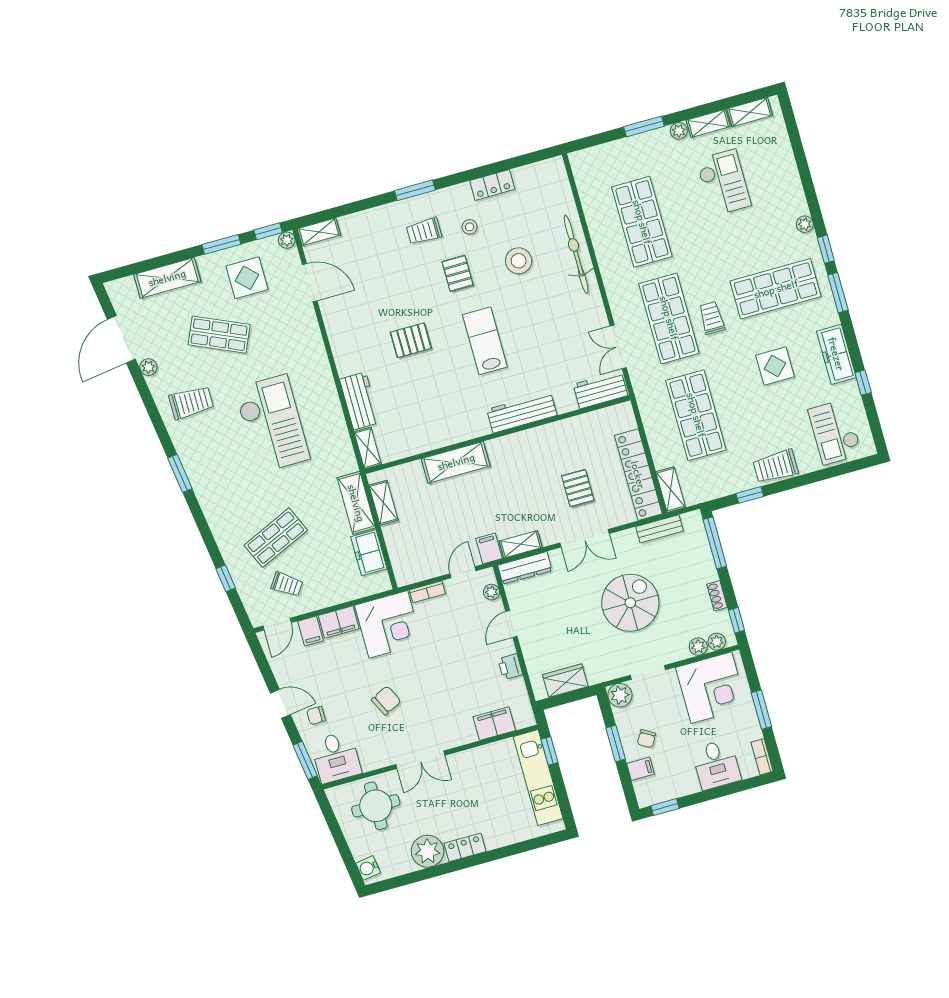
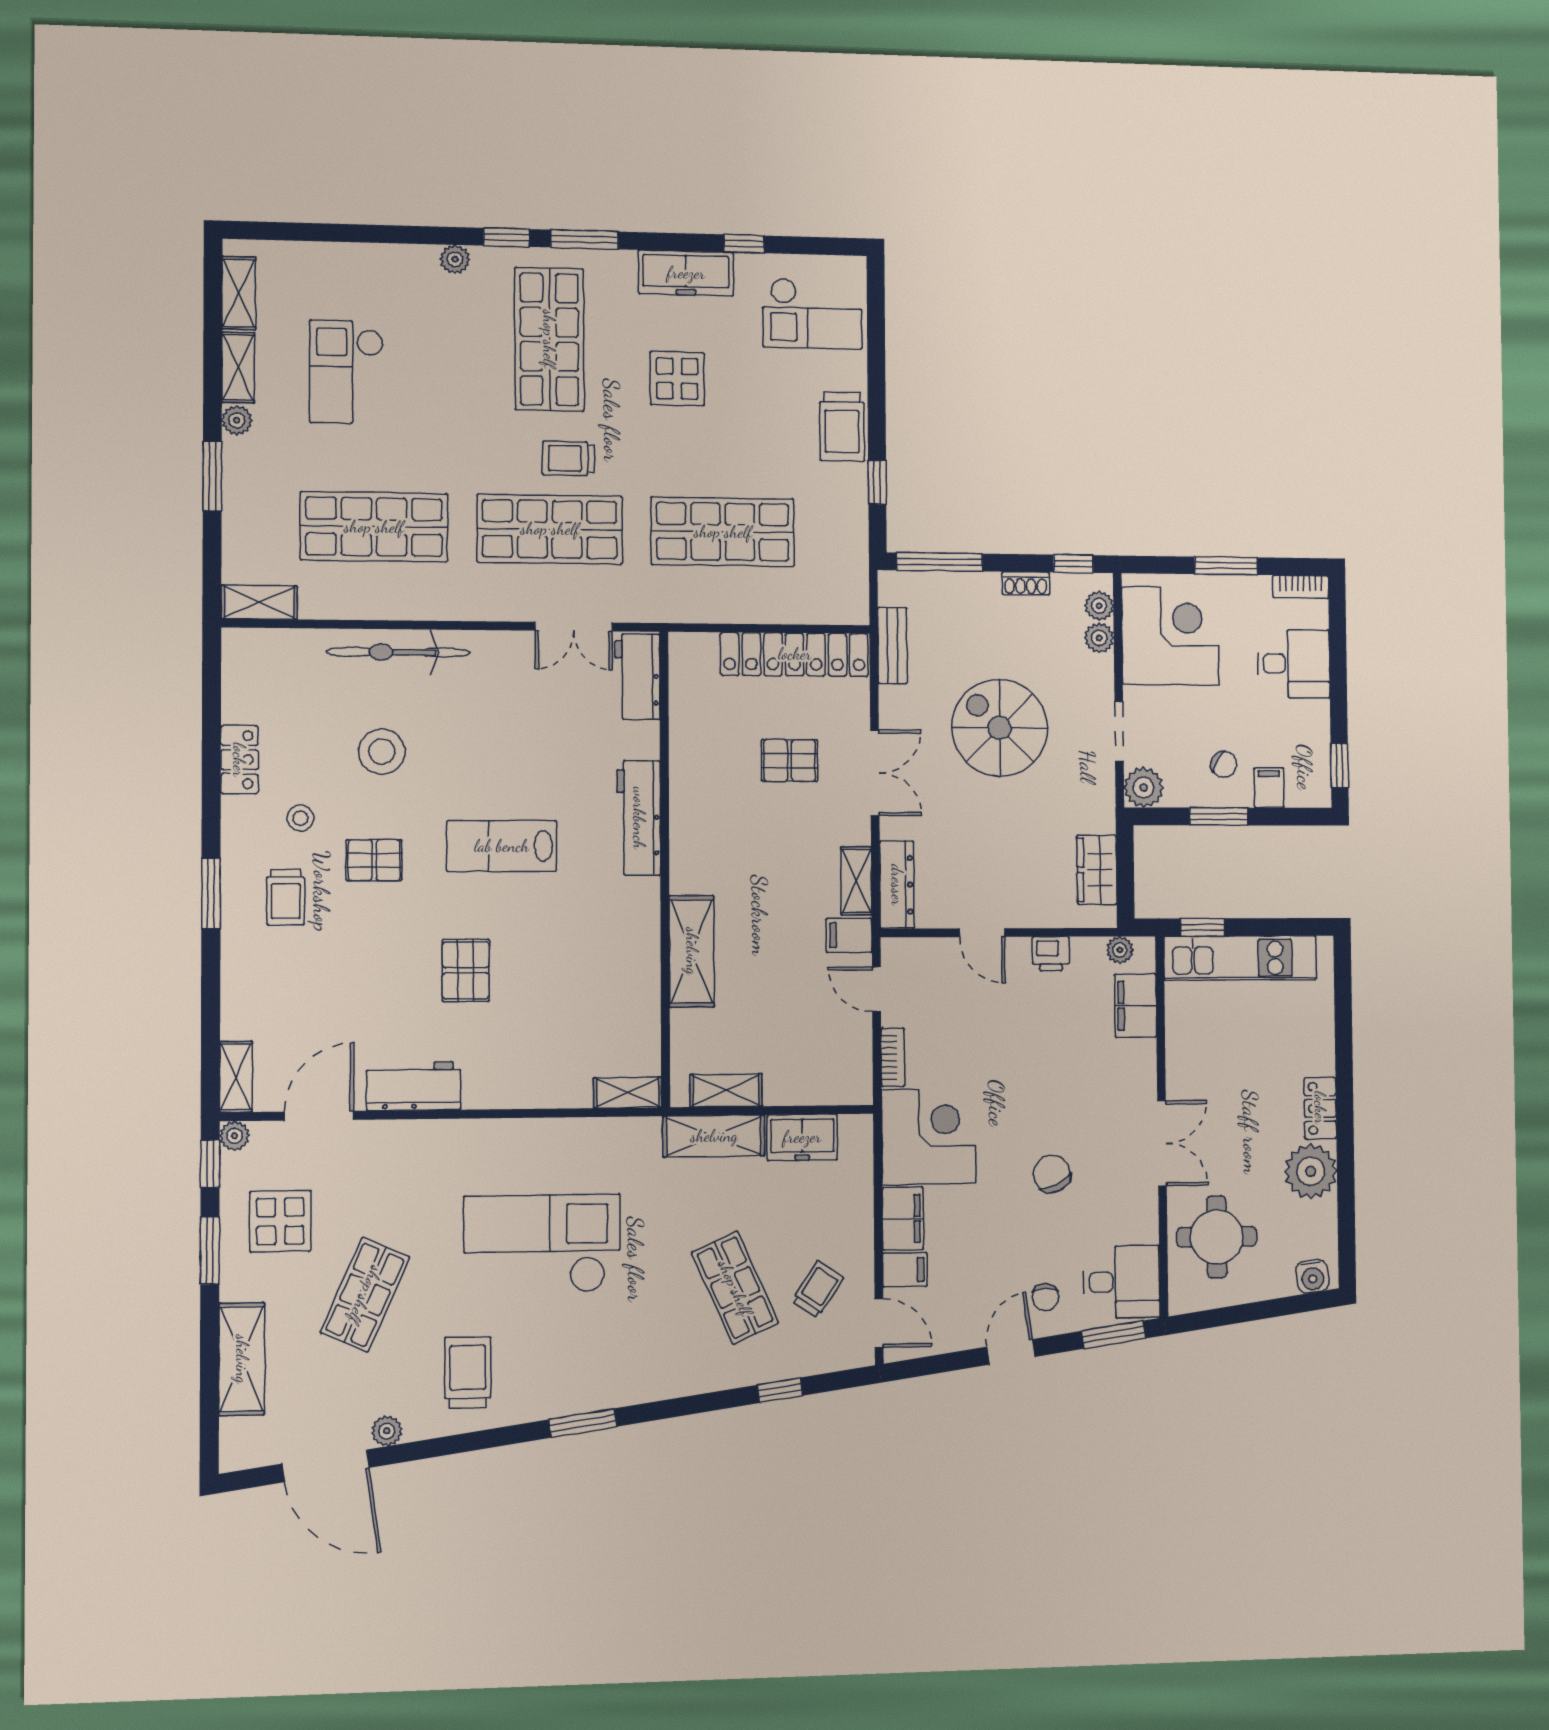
checkout: (723, 183) -> (346, 372), turned -90
workbench: (360, 401) -> (414, 1086), moved
shelving: (671, 490) -> (259, 602), moved
plant: (492, 592) -> (1120, 950), moved

